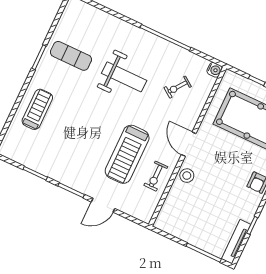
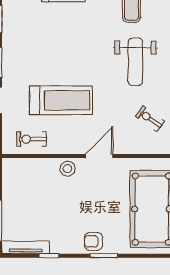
treadmill: (127, 154) -> (61, 100), turned 180
exercise bike: (156, 176) -> (32, 139), moved

